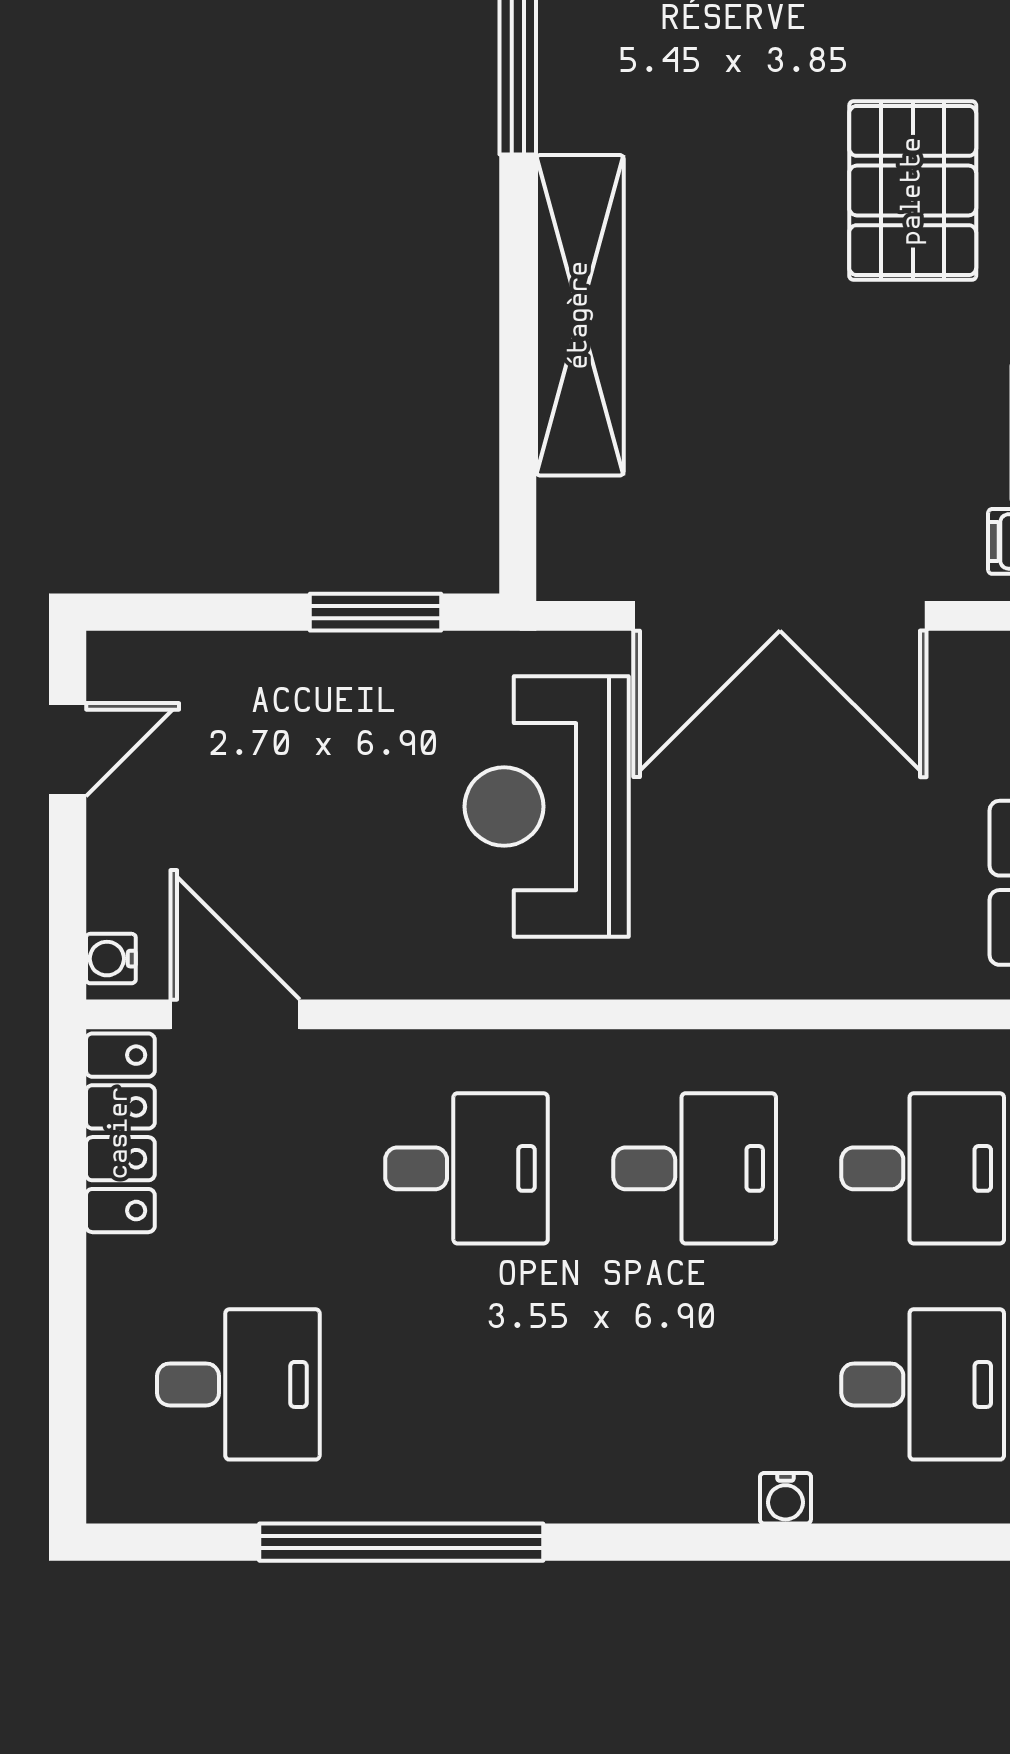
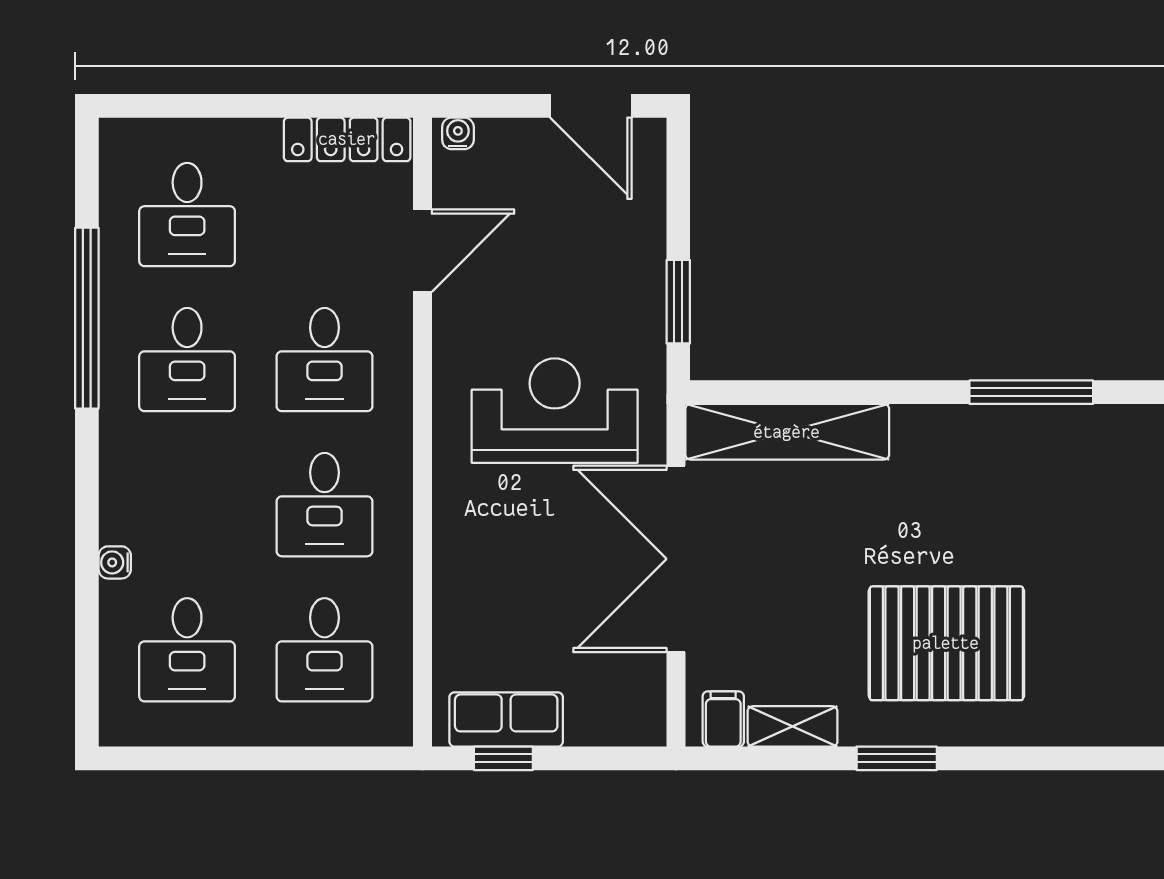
pallet: (913, 191) -> (946, 643), width x1.37, depth x1.41
shelving: (580, 315) -> (787, 432), moved
door: (68, 750) -> (591, 106), width x1.38
door: (235, 1014) -> (422, 251), moved
desk: (466, 1384) -> (187, 360), added

